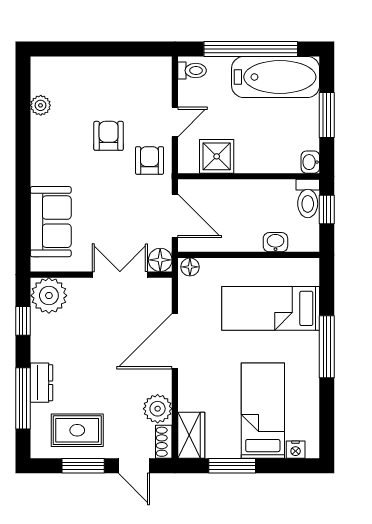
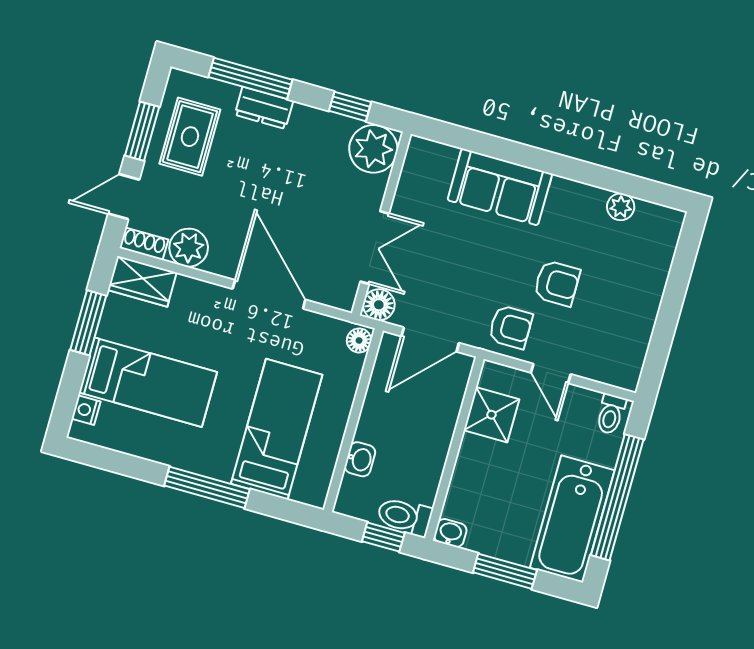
sofa: (51, 222) -> (500, 187), moved

